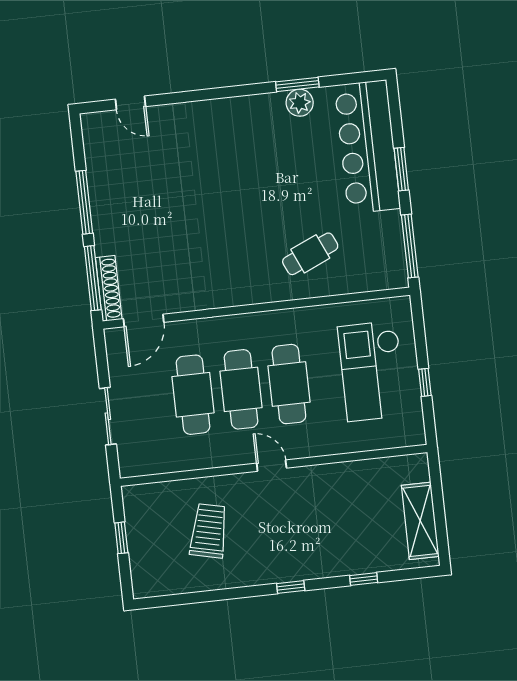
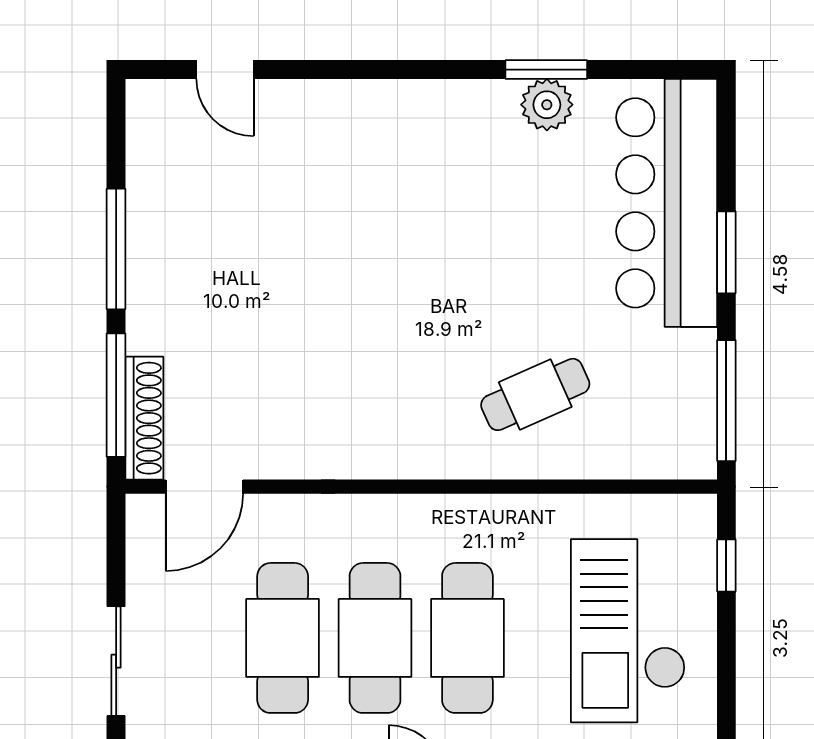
window: (425, 382) -> (726, 565), moved

